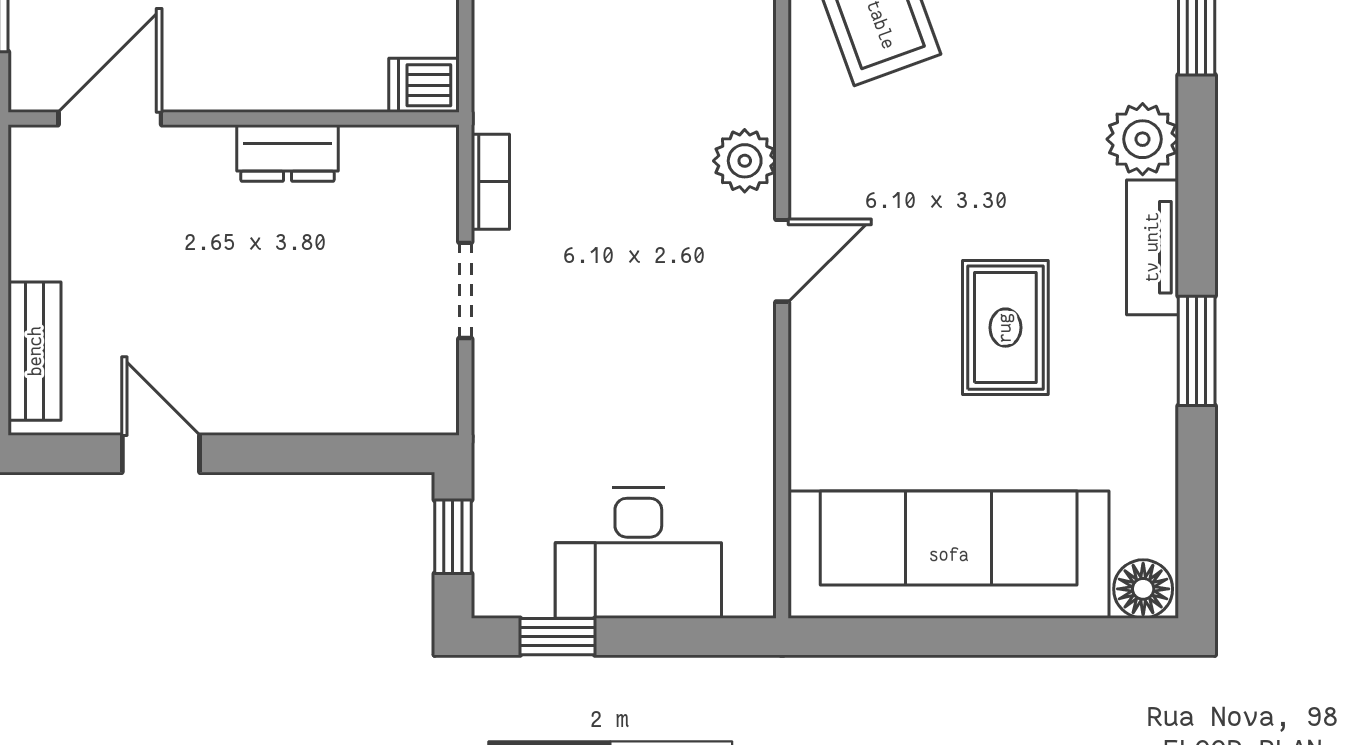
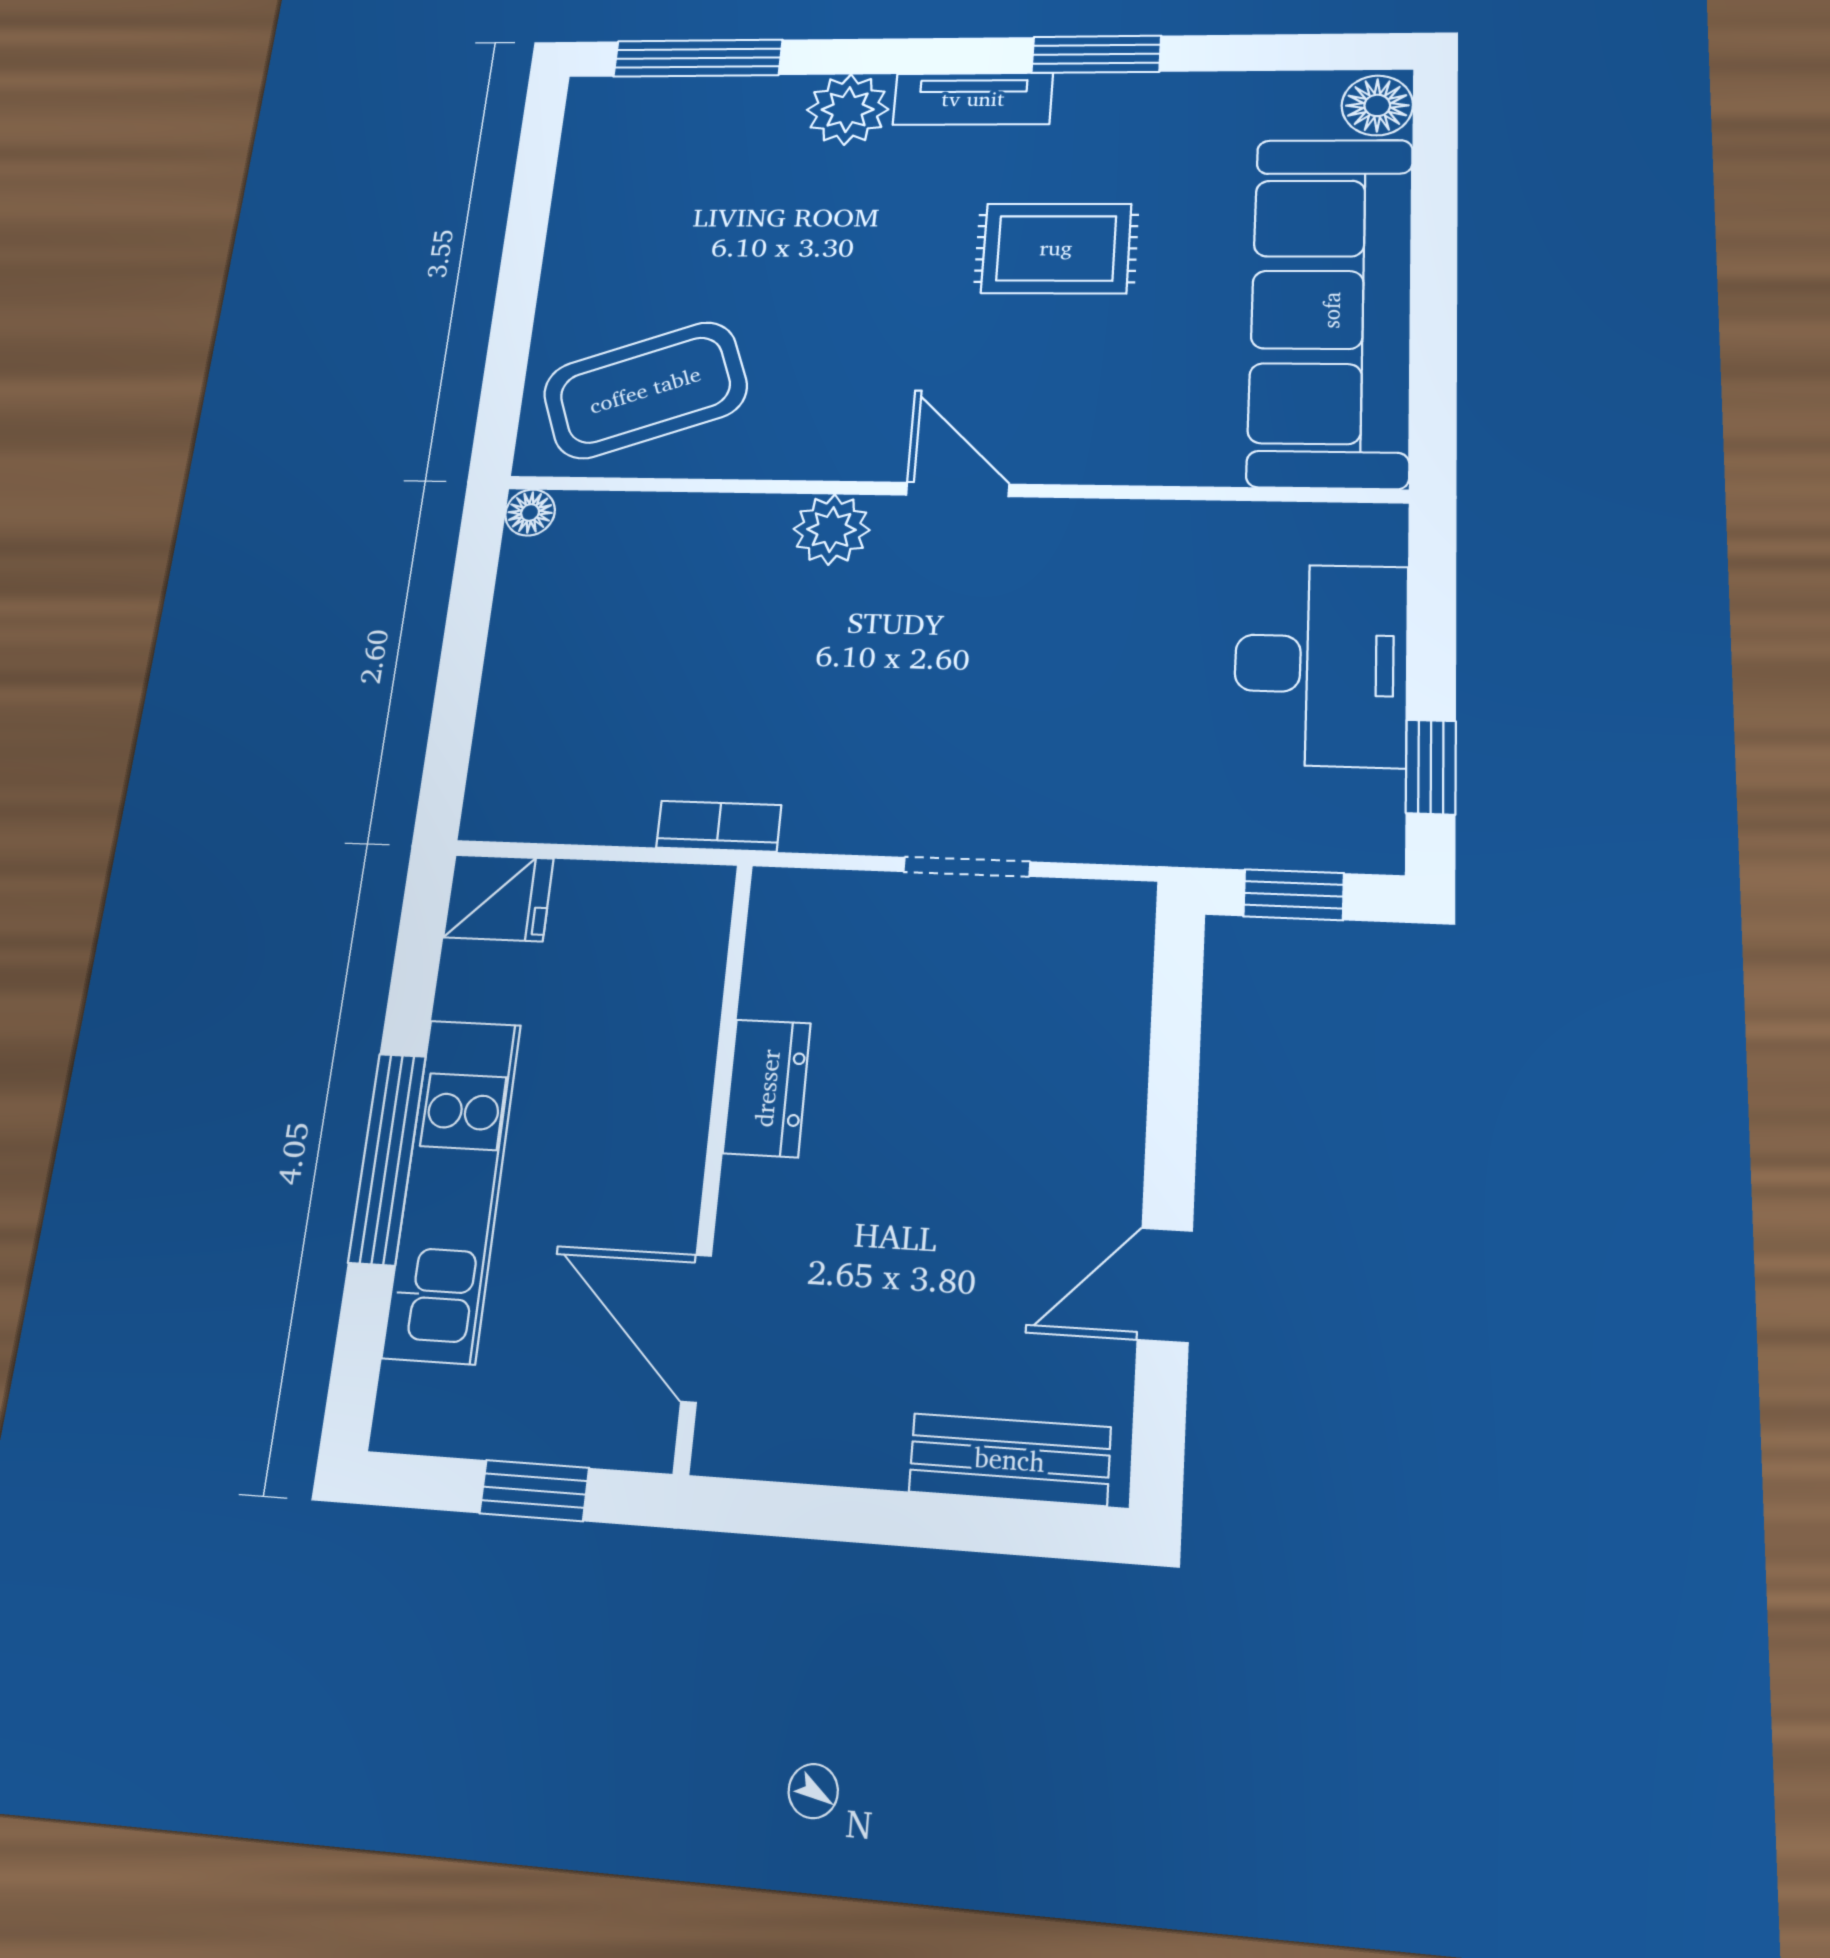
dishwasher: (424, 85) -> (698, 908), removed
bookcase: (490, 182) -> (719, 826), moved

